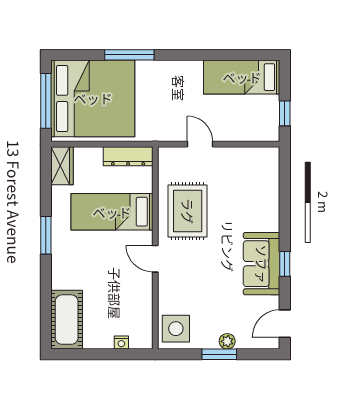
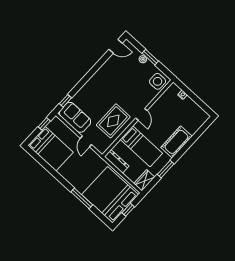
bed: (242, 77) -> (51, 149), width x1.50
window: (46, 101) -> (128, 210), width x0.46
window: (46, 235) -> (166, 169), moved
sofa: (262, 264) -> (75, 117), moved, turned -90
window: (285, 264) -> (65, 101), moved
cot: (67, 320) -> (176, 142), moved

